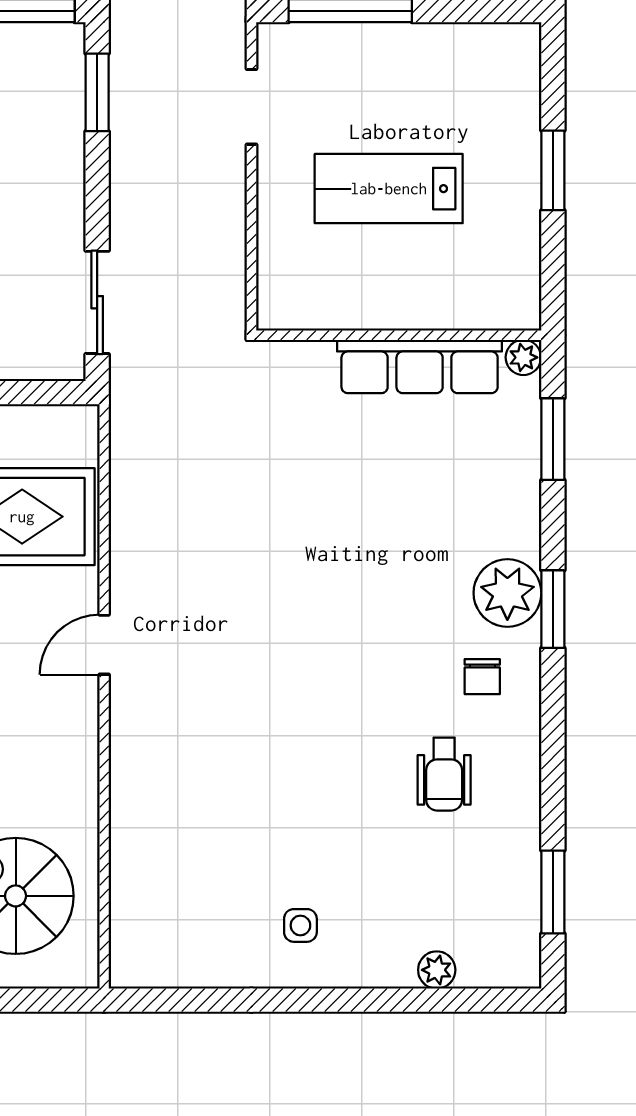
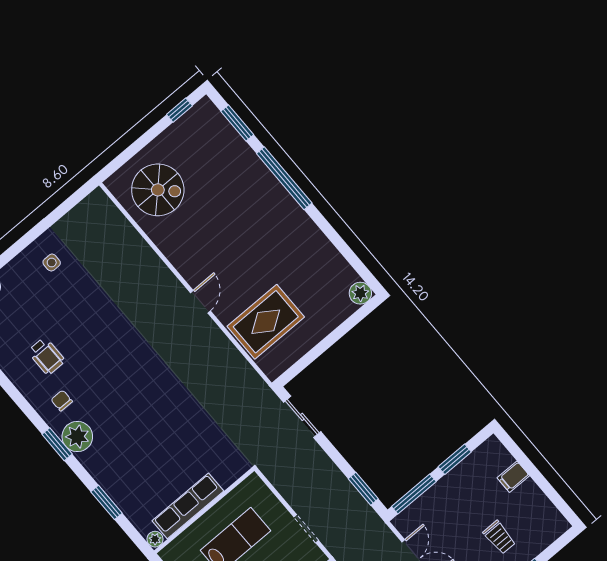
wall: (399, 335) -> (204, 511), moved
plant: (523, 357) -> (155, 539), moved
row of seats: (420, 366) -> (188, 506), moved
wheelchair: (444, 774) -> (46, 356), turned 180

